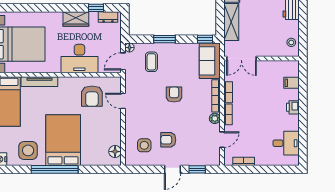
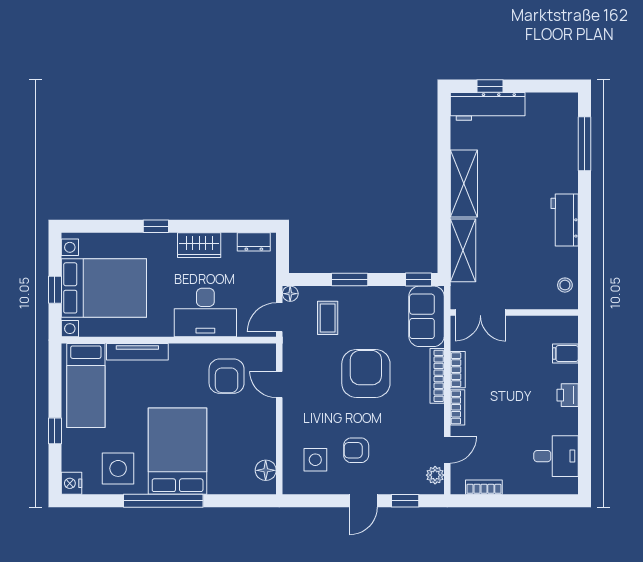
window: (96, 8) -> (156, 226), moved
armchair: (174, 94) -> (366, 373), width x1.88, depth x1.88
plant: (215, 118) -> (435, 475), moved

